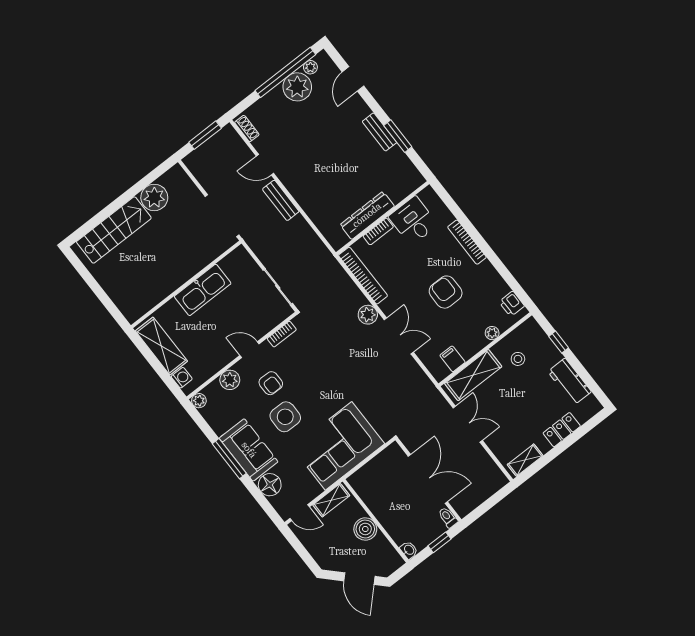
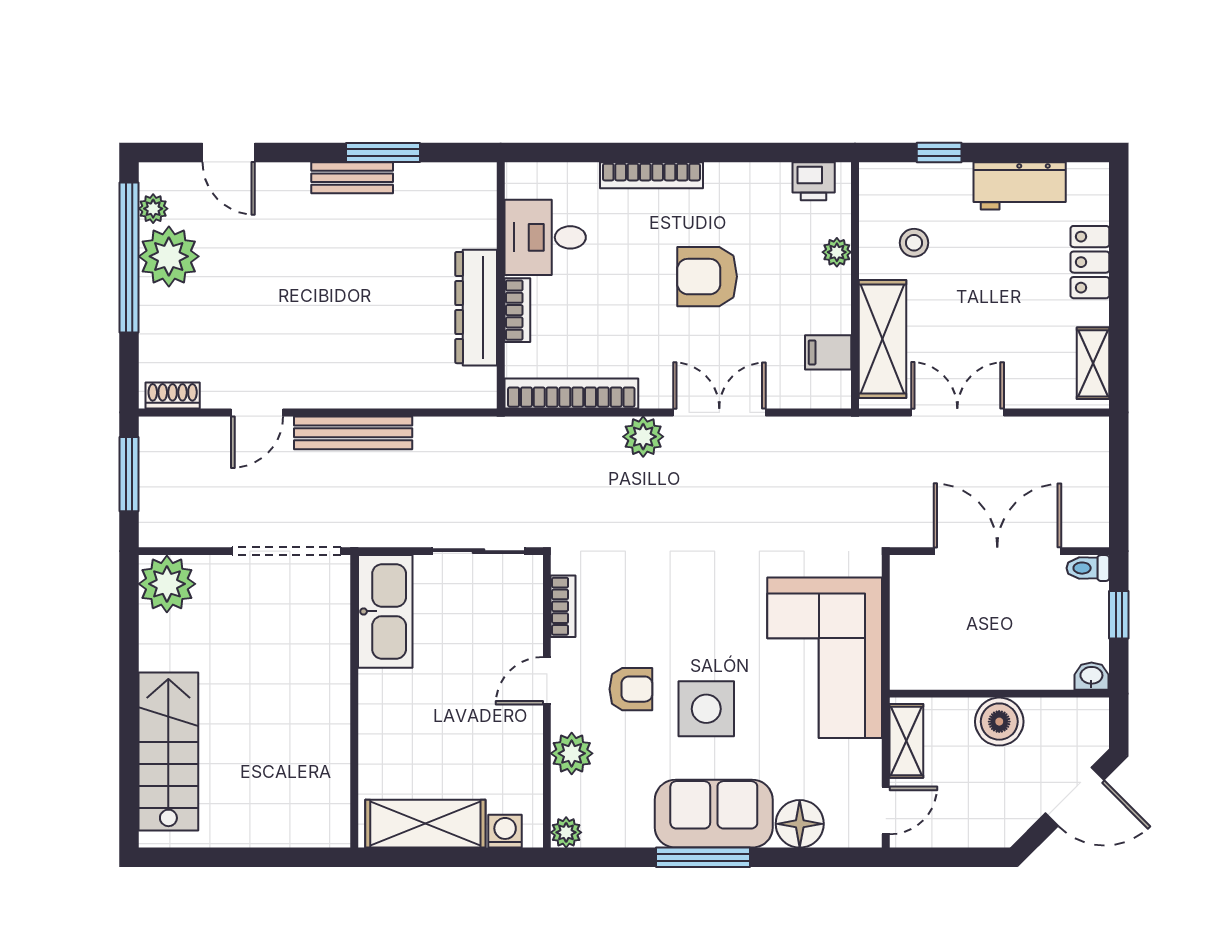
plant: (154, 197) -> (167, 584), moved
bench: (281, 200) -> (353, 433), width x1.36
kitchen sink: (203, 290) -> (385, 611), moved

